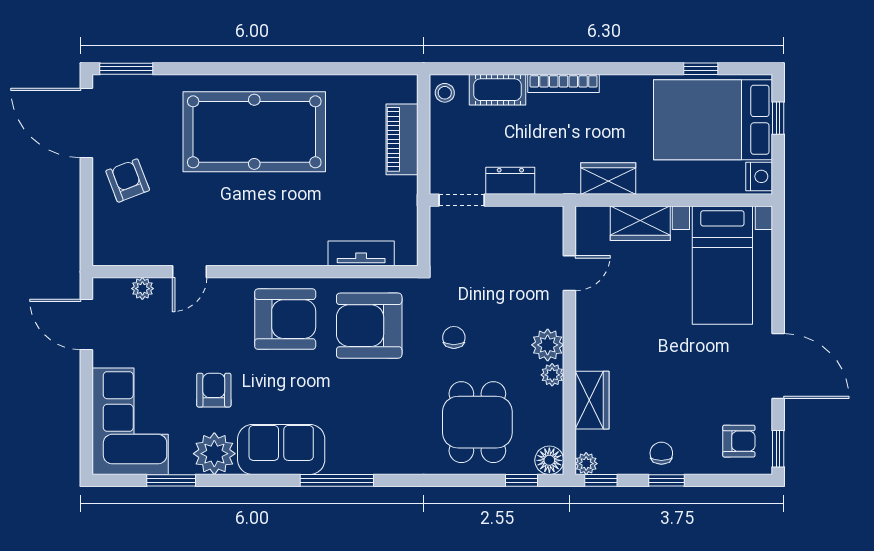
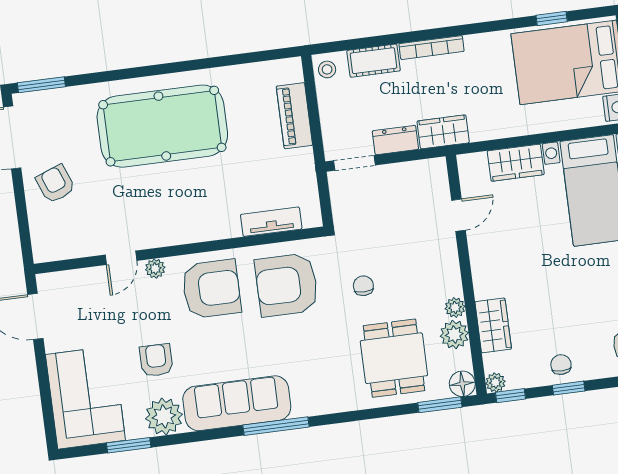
wardrobe: (608, 179) -> (443, 132), moved
plant: (142, 289) -> (155, 269), moved
plant: (548, 345) -> (454, 335), moved
sofa: (281, 449) -> (237, 403), width x1.36
window: (521, 480) -> (440, 405), width x1.50

